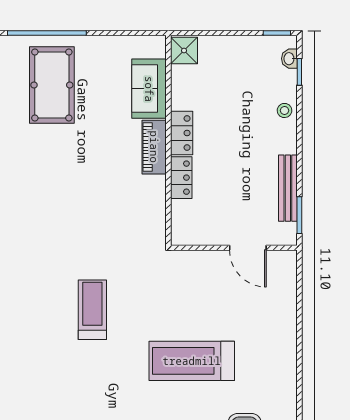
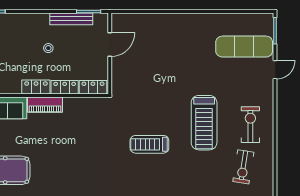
stool: (284, 110) -> (48, 48), moved
locker: (181, 222) -> (93, 87), added
treadmill: (192, 361) -> (204, 123), moved

